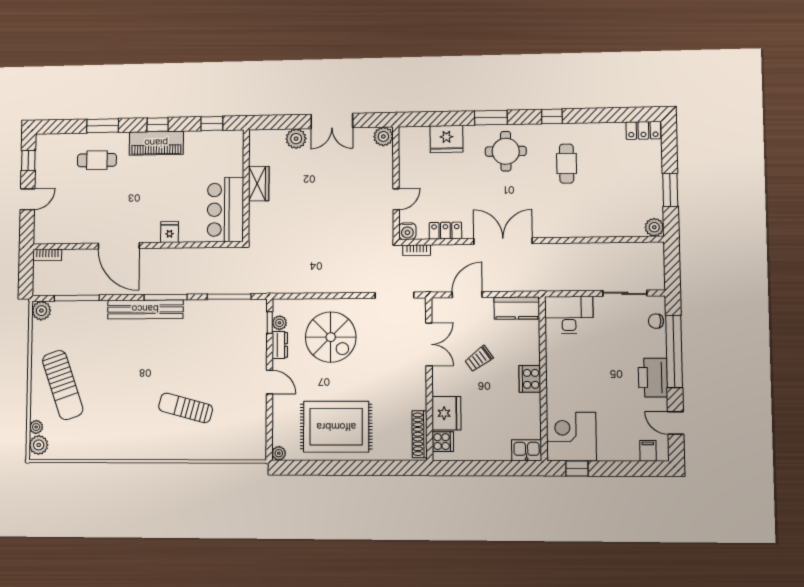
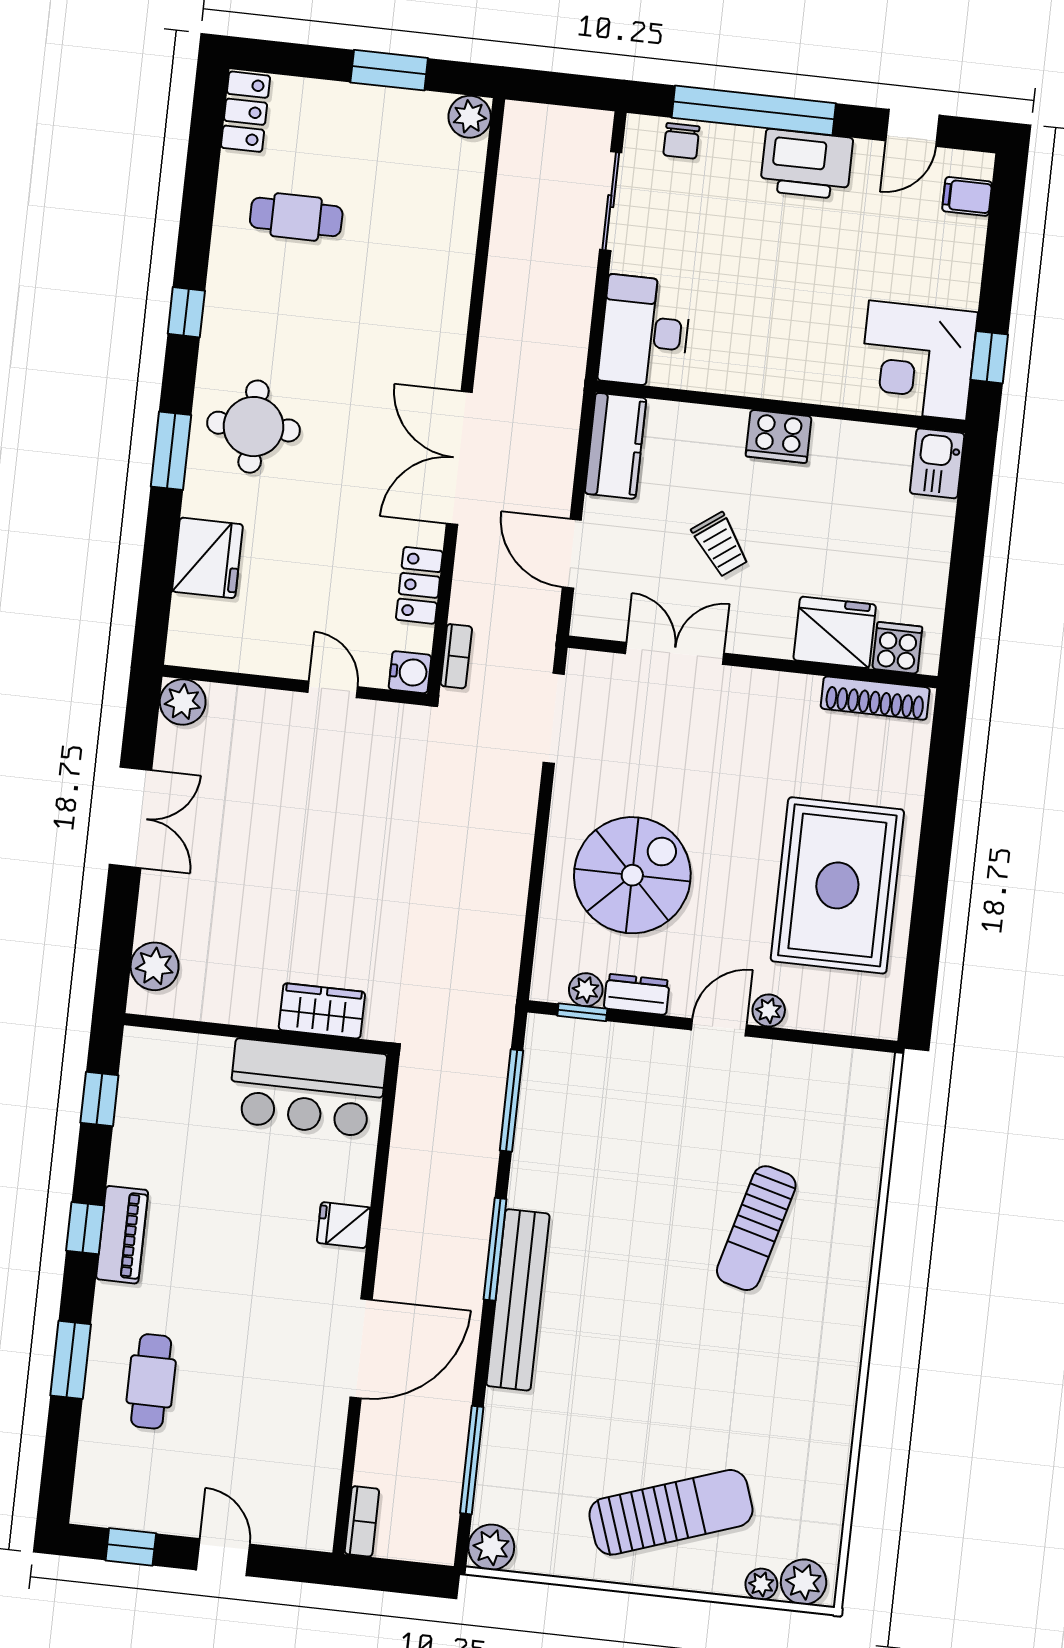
plant: (296, 139) -> (155, 966), moved
piano: (156, 143) -> (122, 1235), width x0.73, depth x0.75
cafe table: (567, 164) -> (296, 217), moved
wardrobe: (259, 184) -> (322, 1011), moved
plant: (279, 453) -> (769, 1010), moved

